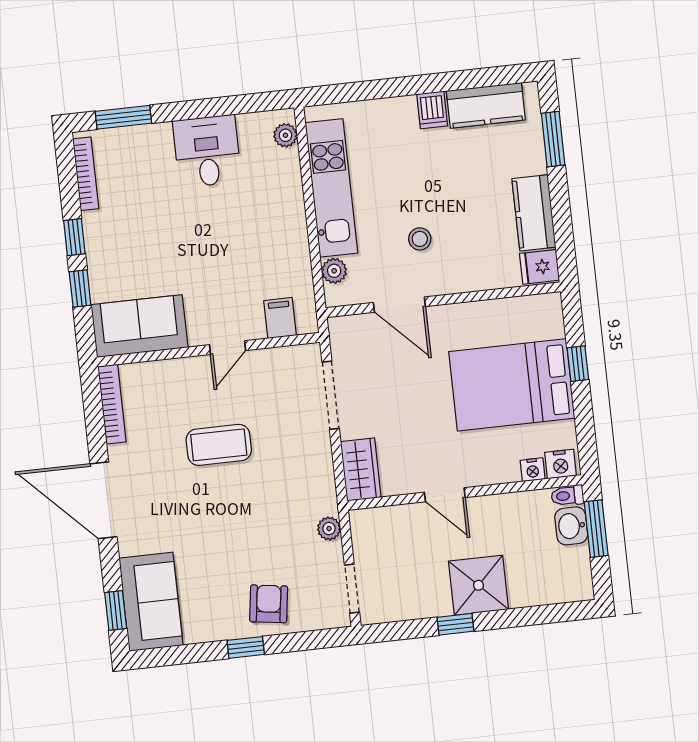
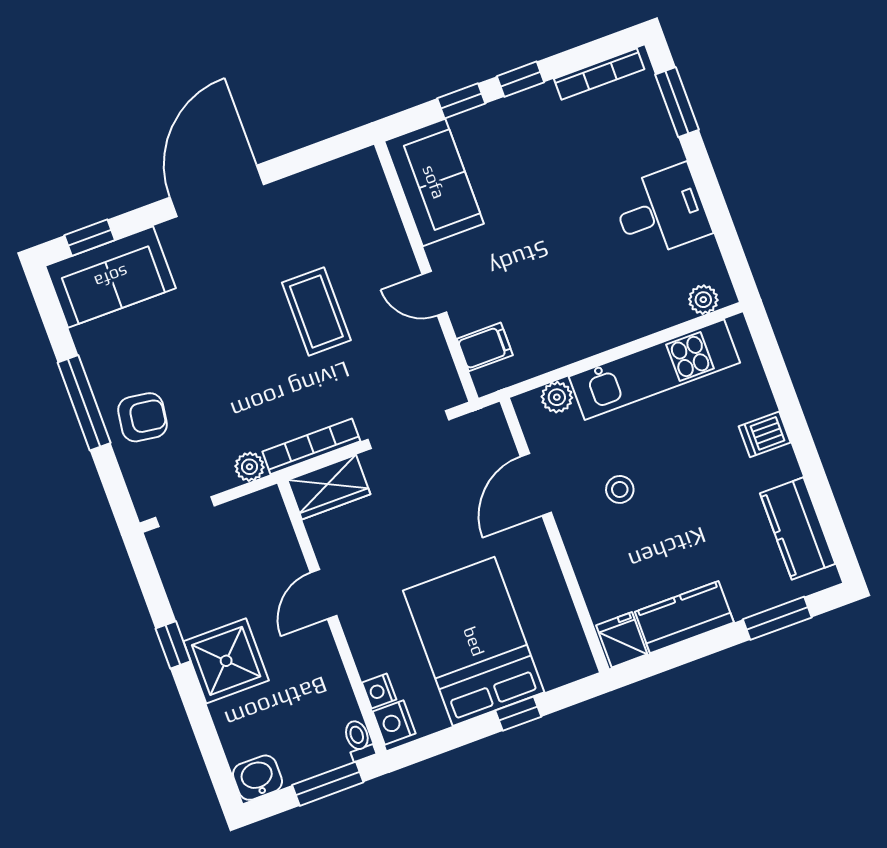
dishwasher: (432, 110) -> (765, 434), moved
bookcase: (112, 404) -> (311, 446), moved, turned 180
washbasin: (571, 526) -> (258, 778), moved
window: (246, 647) -> (84, 403), width x2.17

